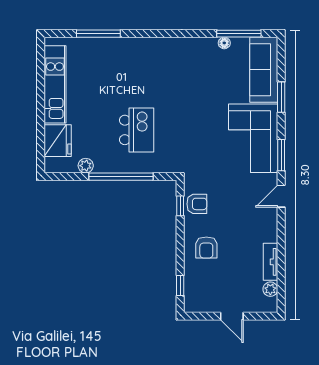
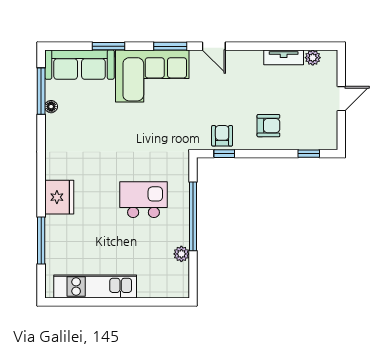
fridge: (58, 141) -> (59, 197), moved, turned 90

